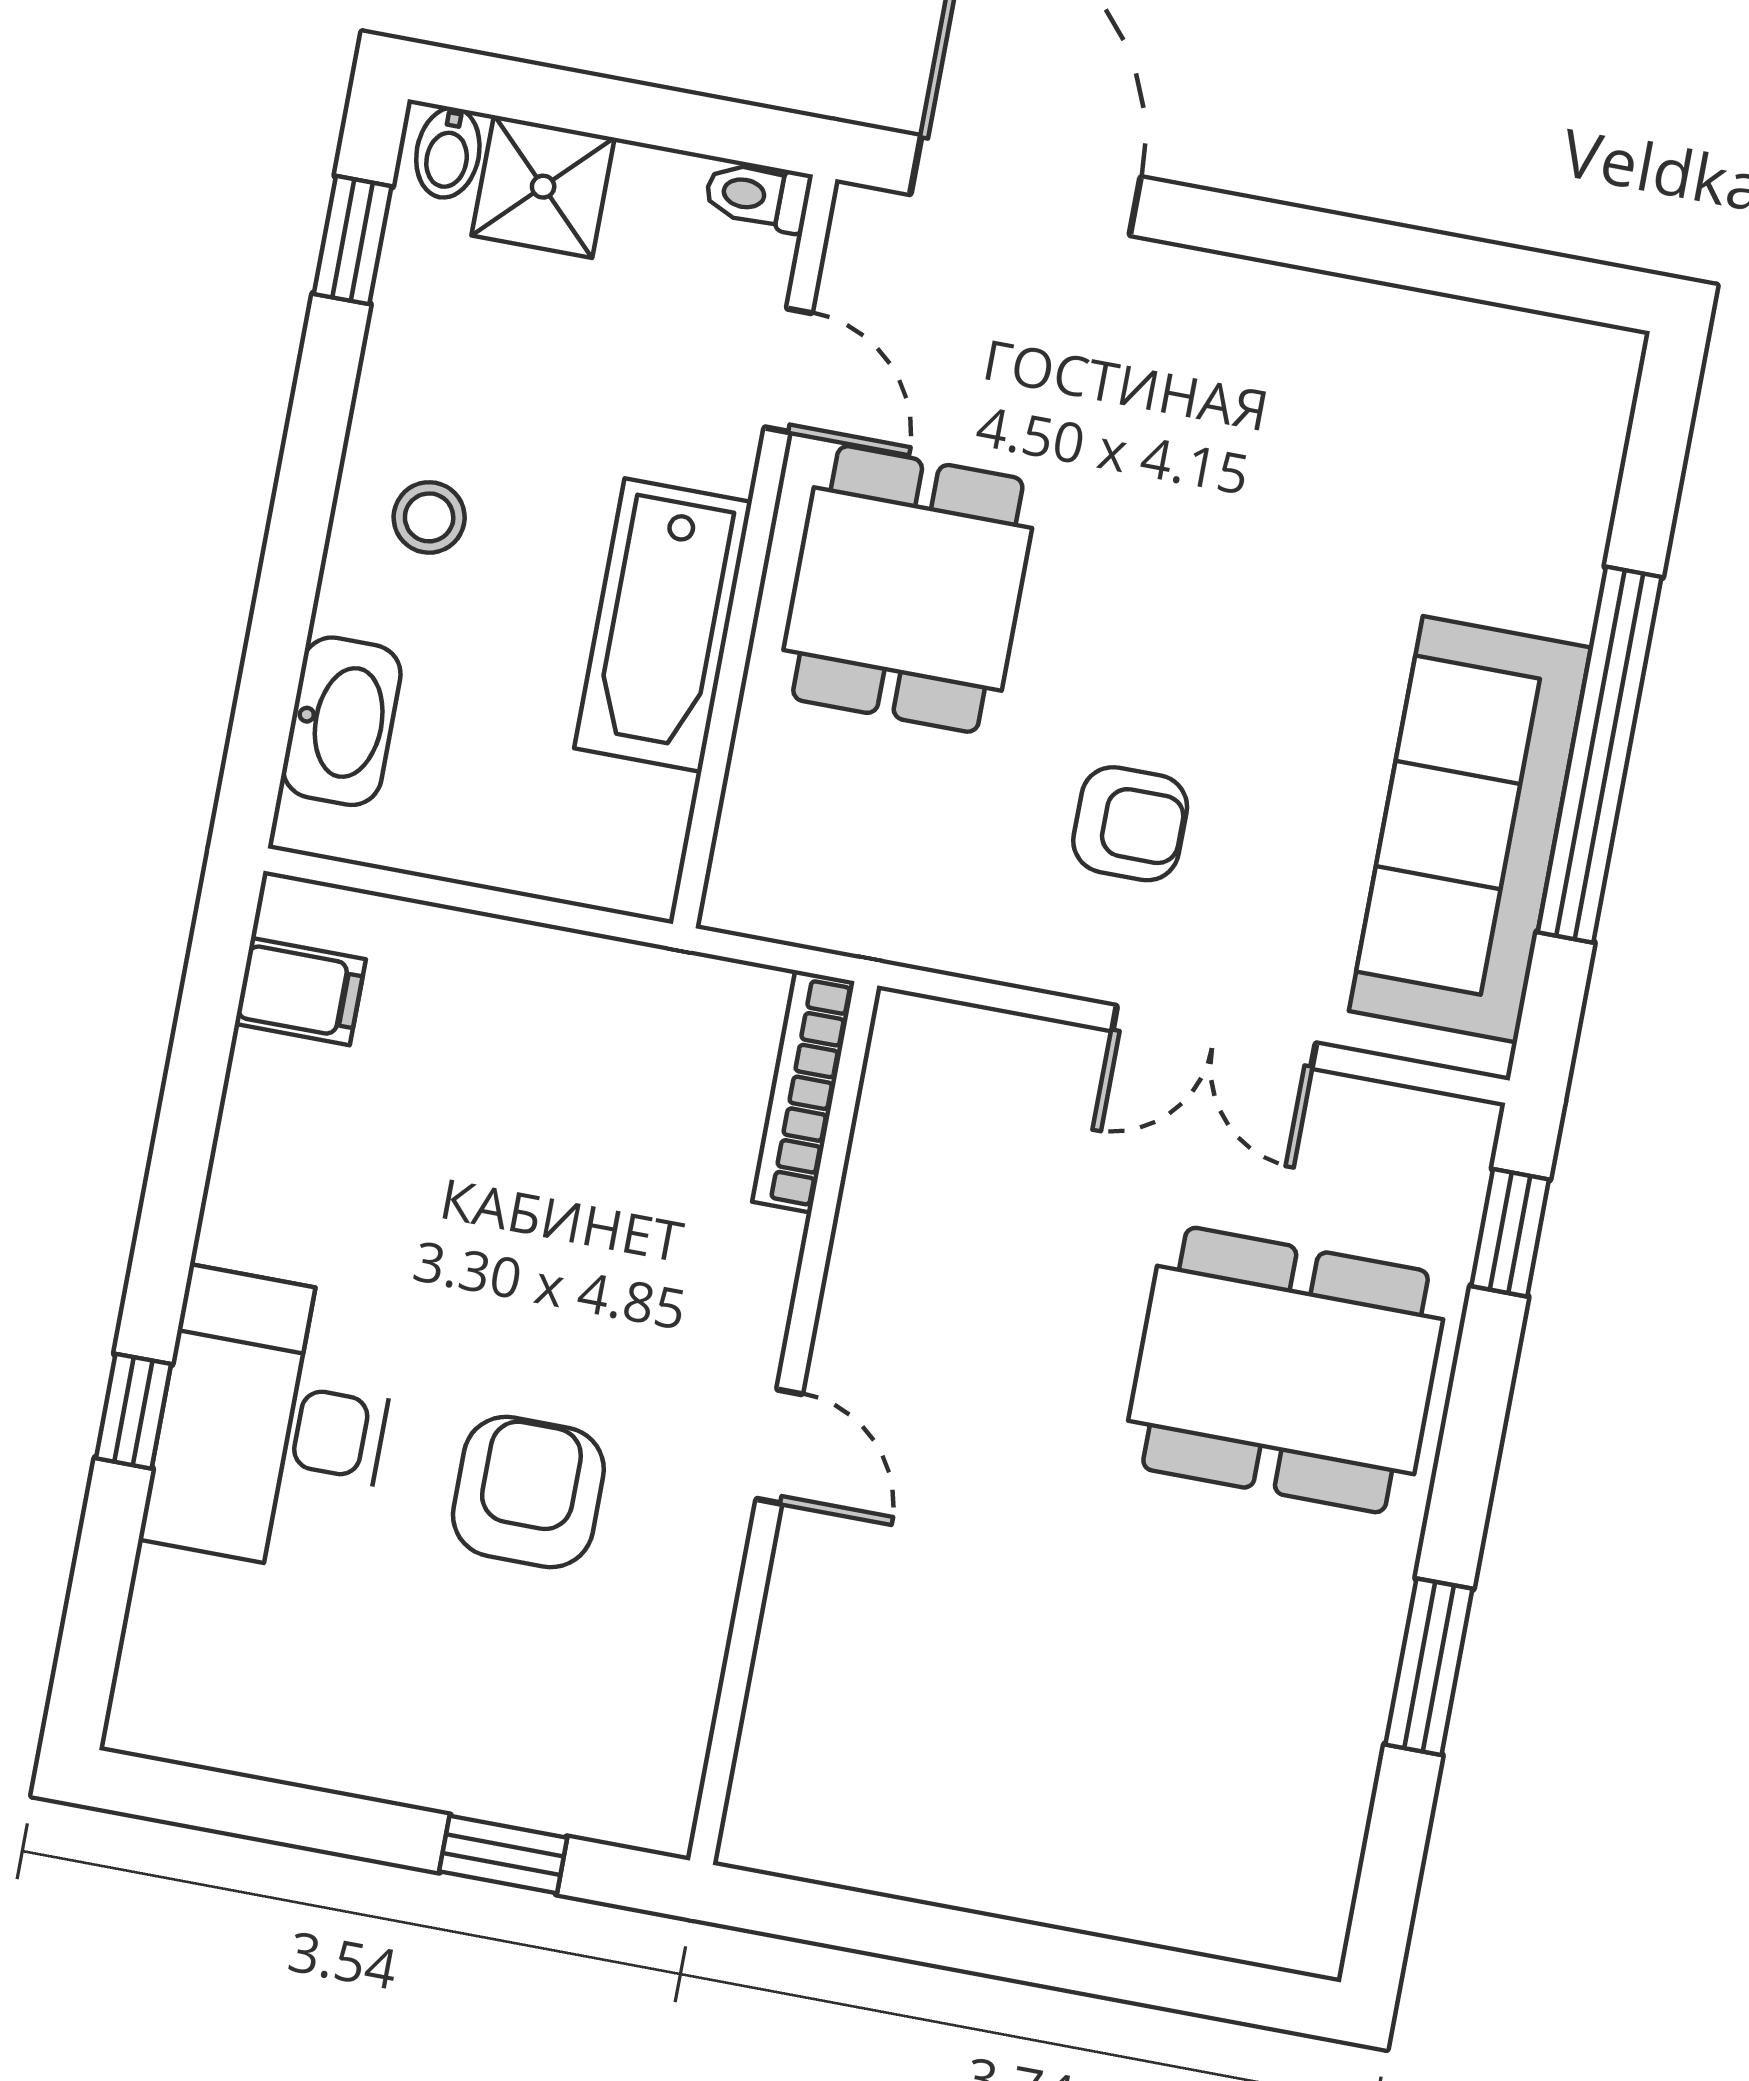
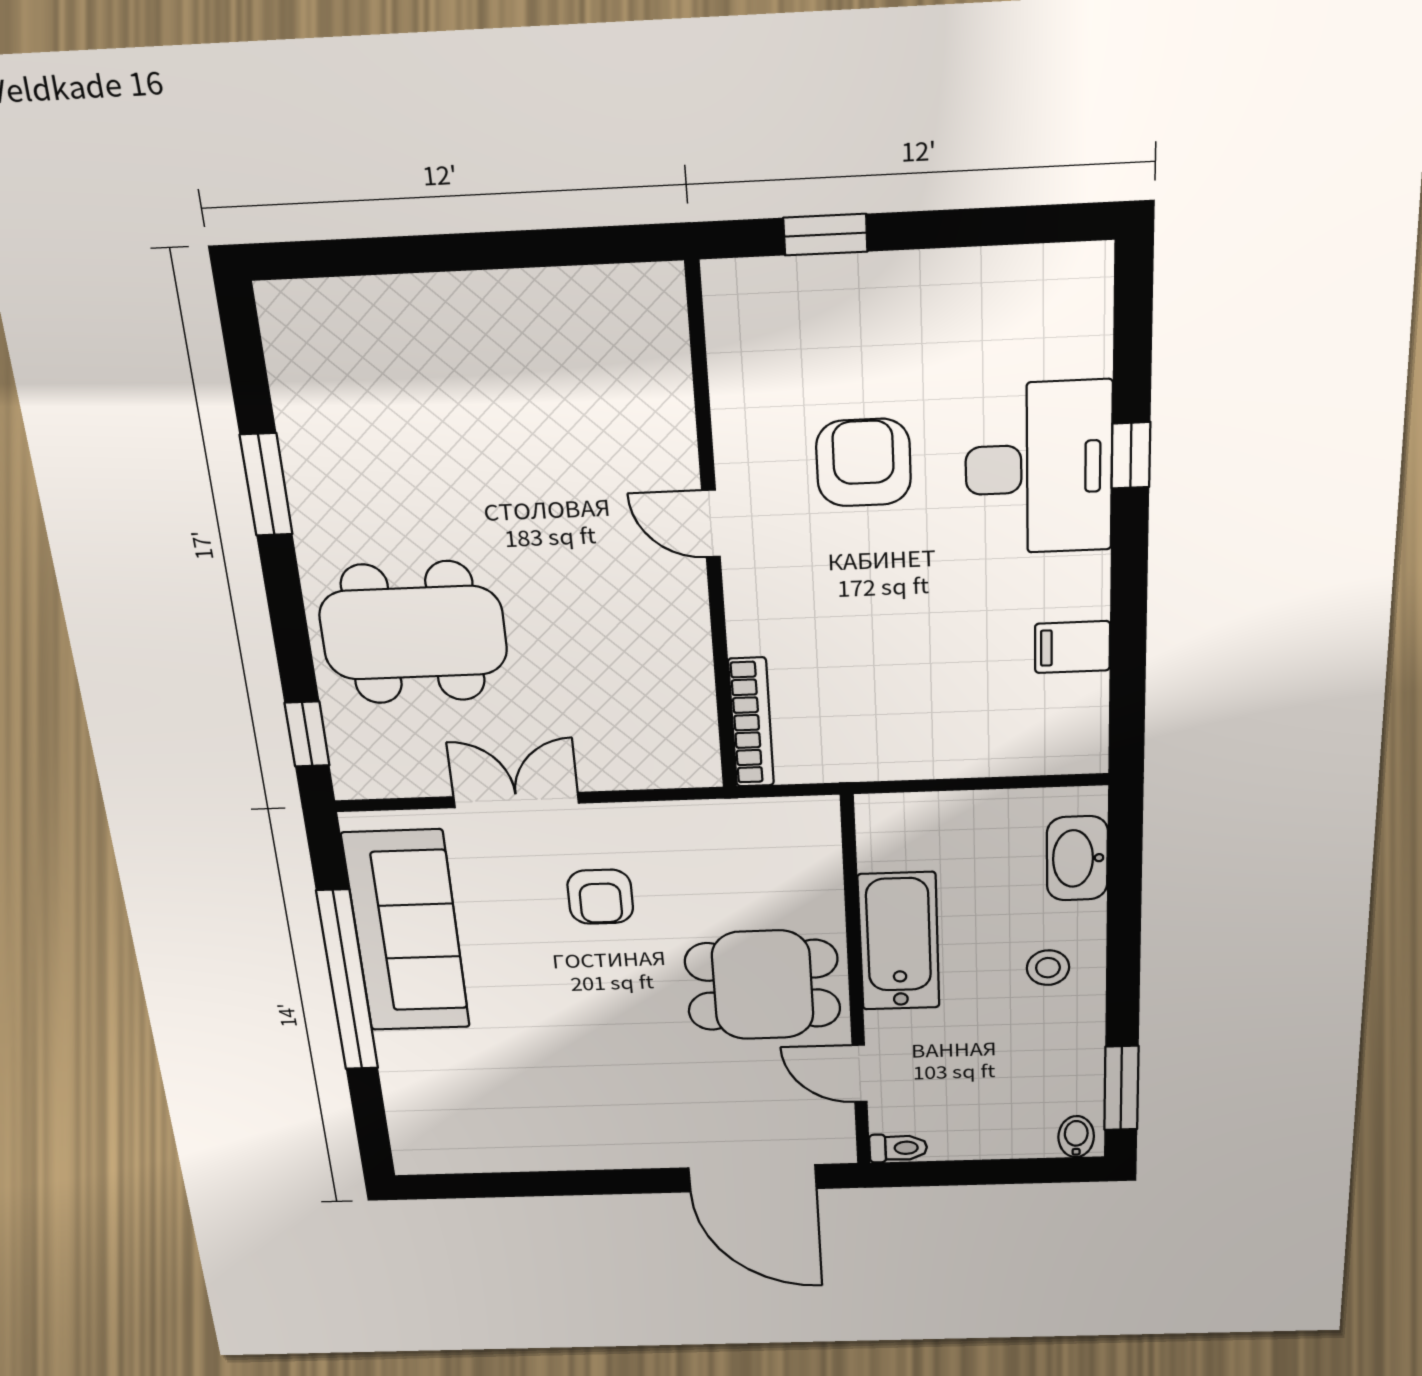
shower: (543, 187) -> (1019, 1131), removed
window: (353, 240) -> (1121, 1088), width x1.50
dining table: (908, 589) -> (763, 985), turned 90
armchair: (1130, 824) -> (600, 897), turned -90
filing cabinet: (300, 992) -> (1072, 647), moved
armchair: (528, 1492) -> (864, 463), turned 180

